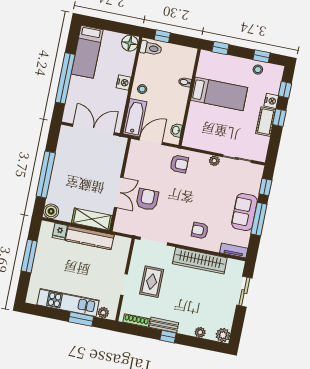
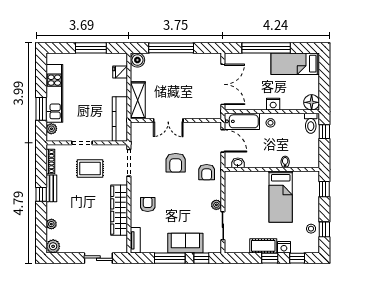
armchair: (147, 199) -> (176, 163), moved, turned 90
sofa: (244, 212) -> (185, 243), moved
kitchen counter: (90, 238) -> (120, 119), moved

